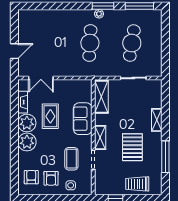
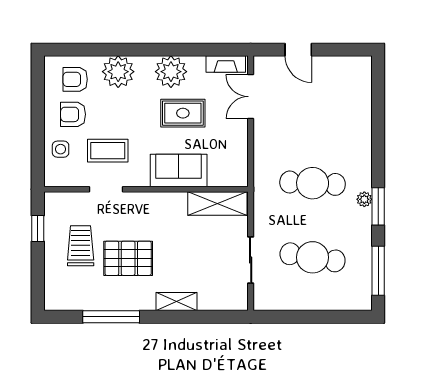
fireplace: (23, 102) -> (226, 64), moved
shelving: (100, 137) -> (145, 201), removed
plant: (27, 142) -> (118, 72), moved
armchair: (31, 177) -> (75, 79), turned 180
trolley: (137, 184) -> (81, 246), moved

